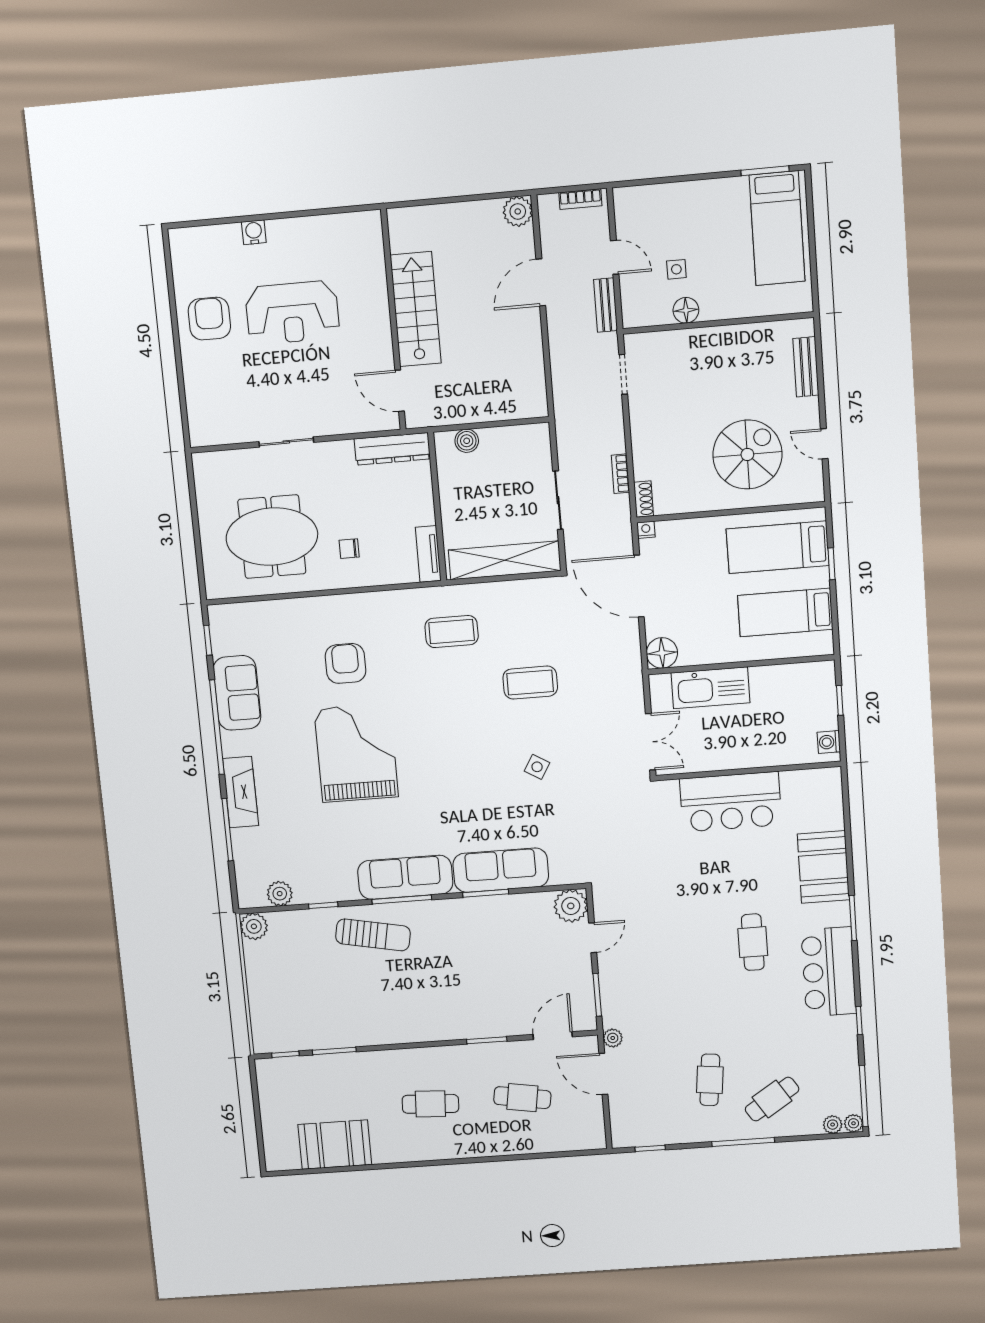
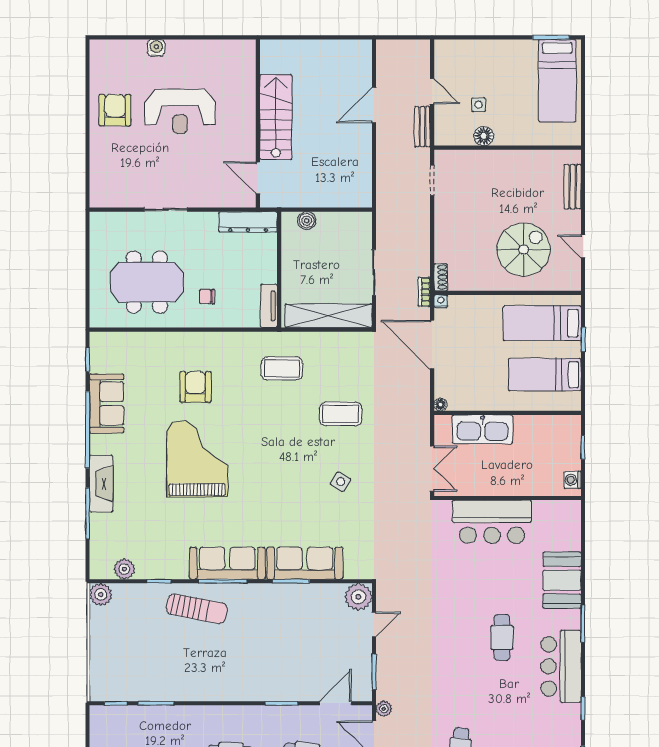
bookcase: (580, 199) -> (409, 46), removed
plant: (518, 211) -> (361, 51), removed
bookcase: (620, 474) -> (424, 292), moved
floor lamp: (662, 653) -> (440, 404), width x0.53, depth x0.53

